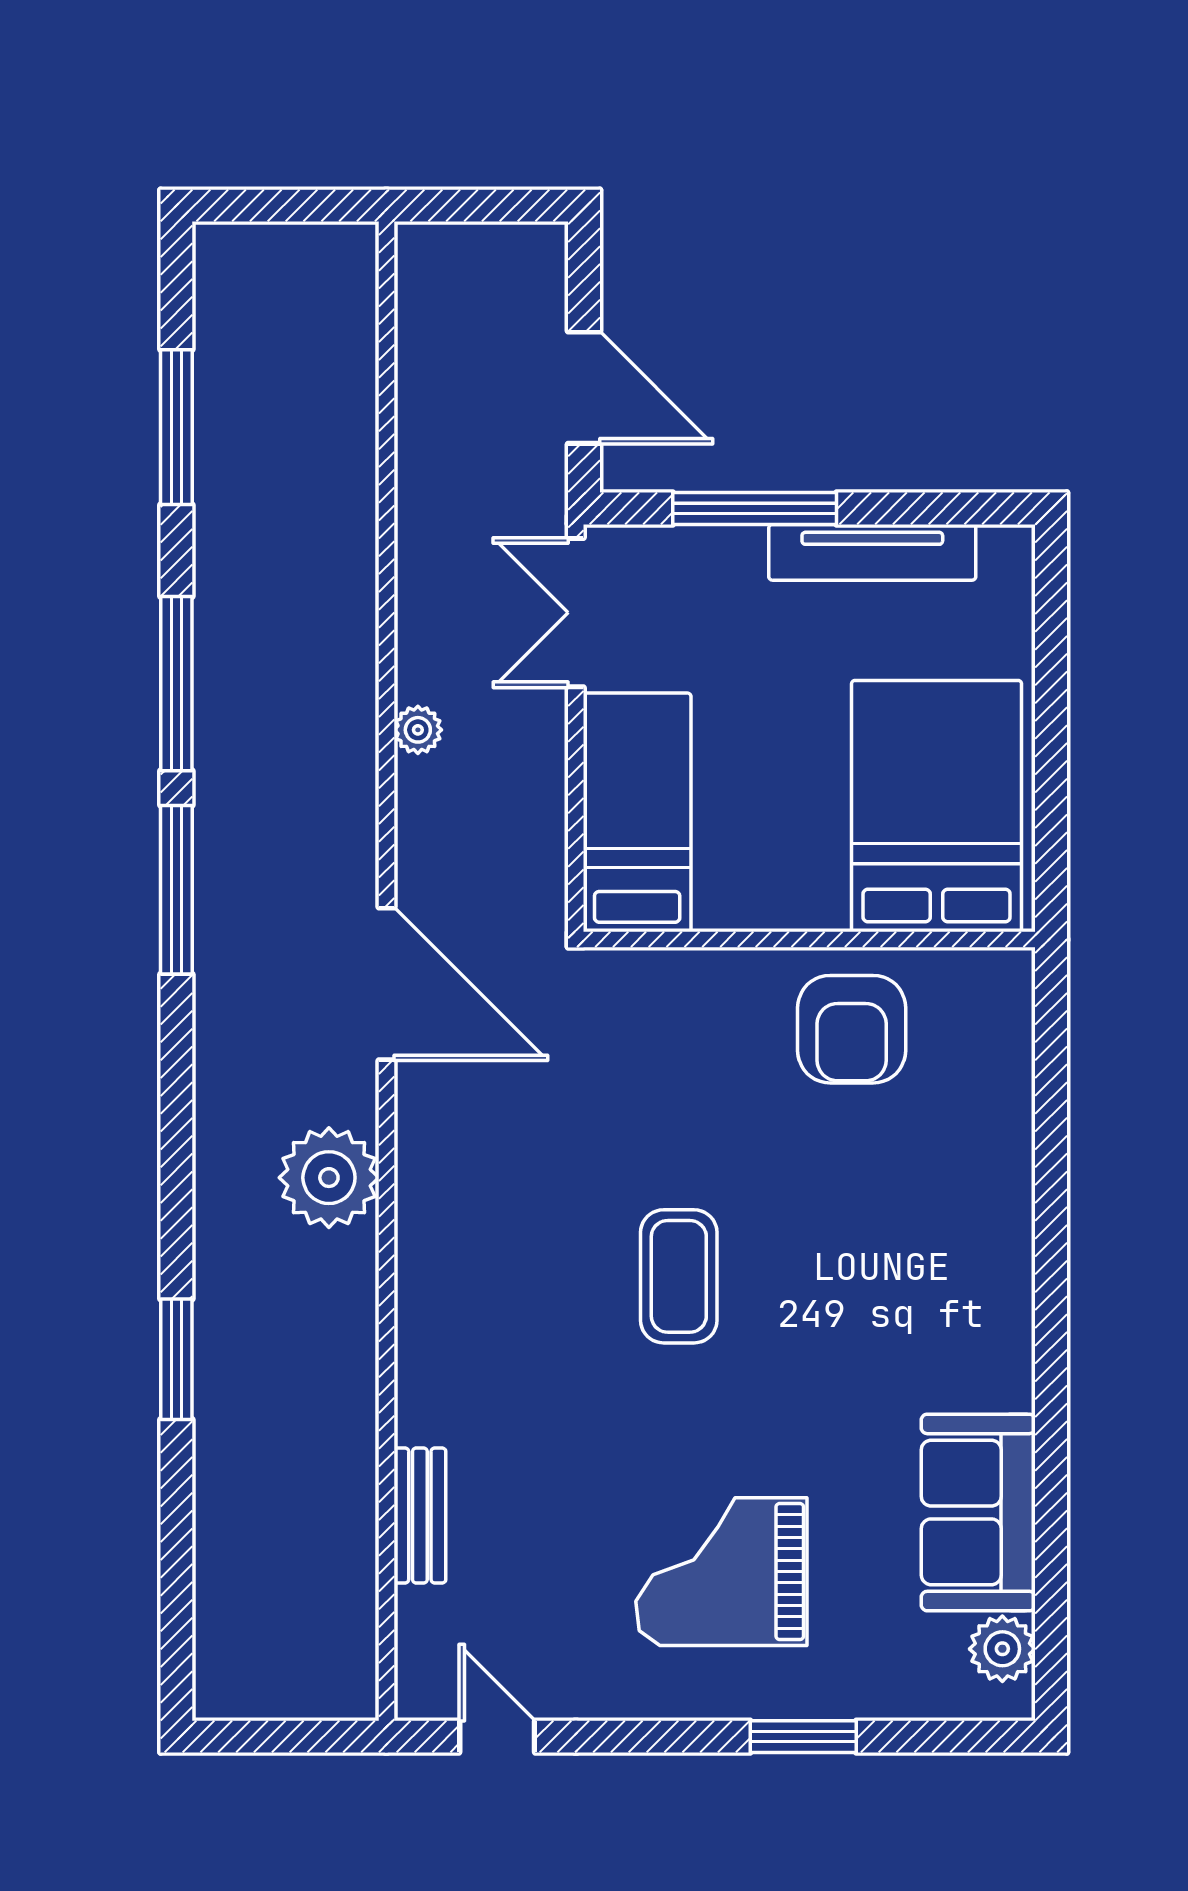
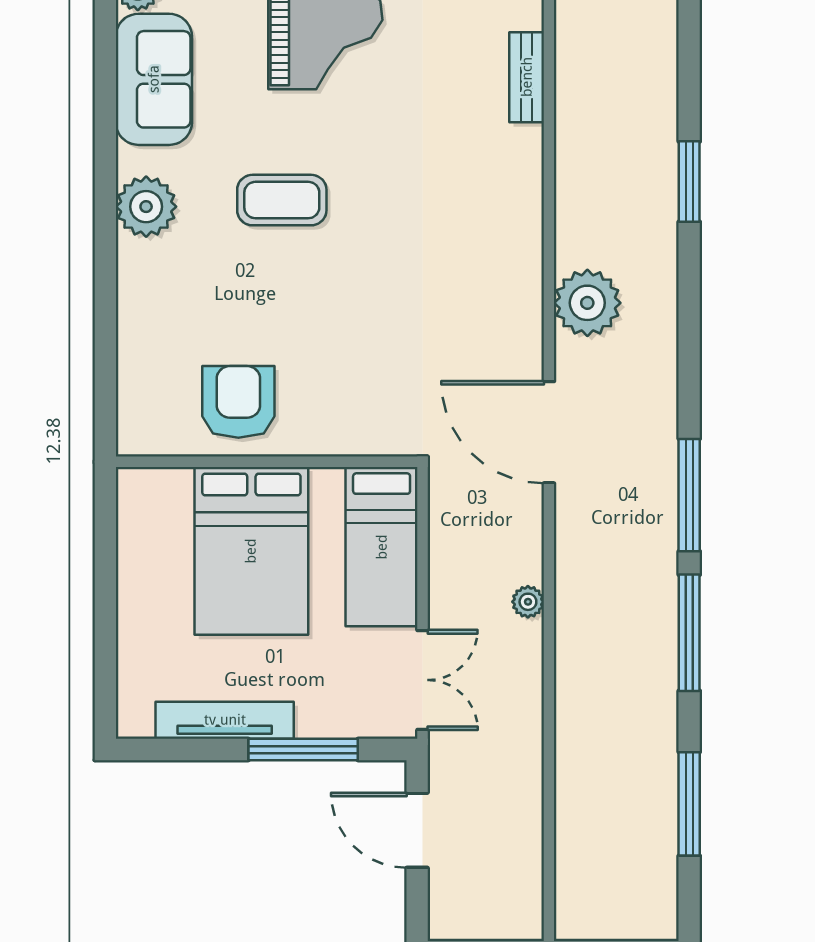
bed: (937, 806) -> (251, 551), moved
coffee table: (679, 1276) -> (282, 200), moved, turned 90
plant: (990, 1322) -> (146, 207), added

